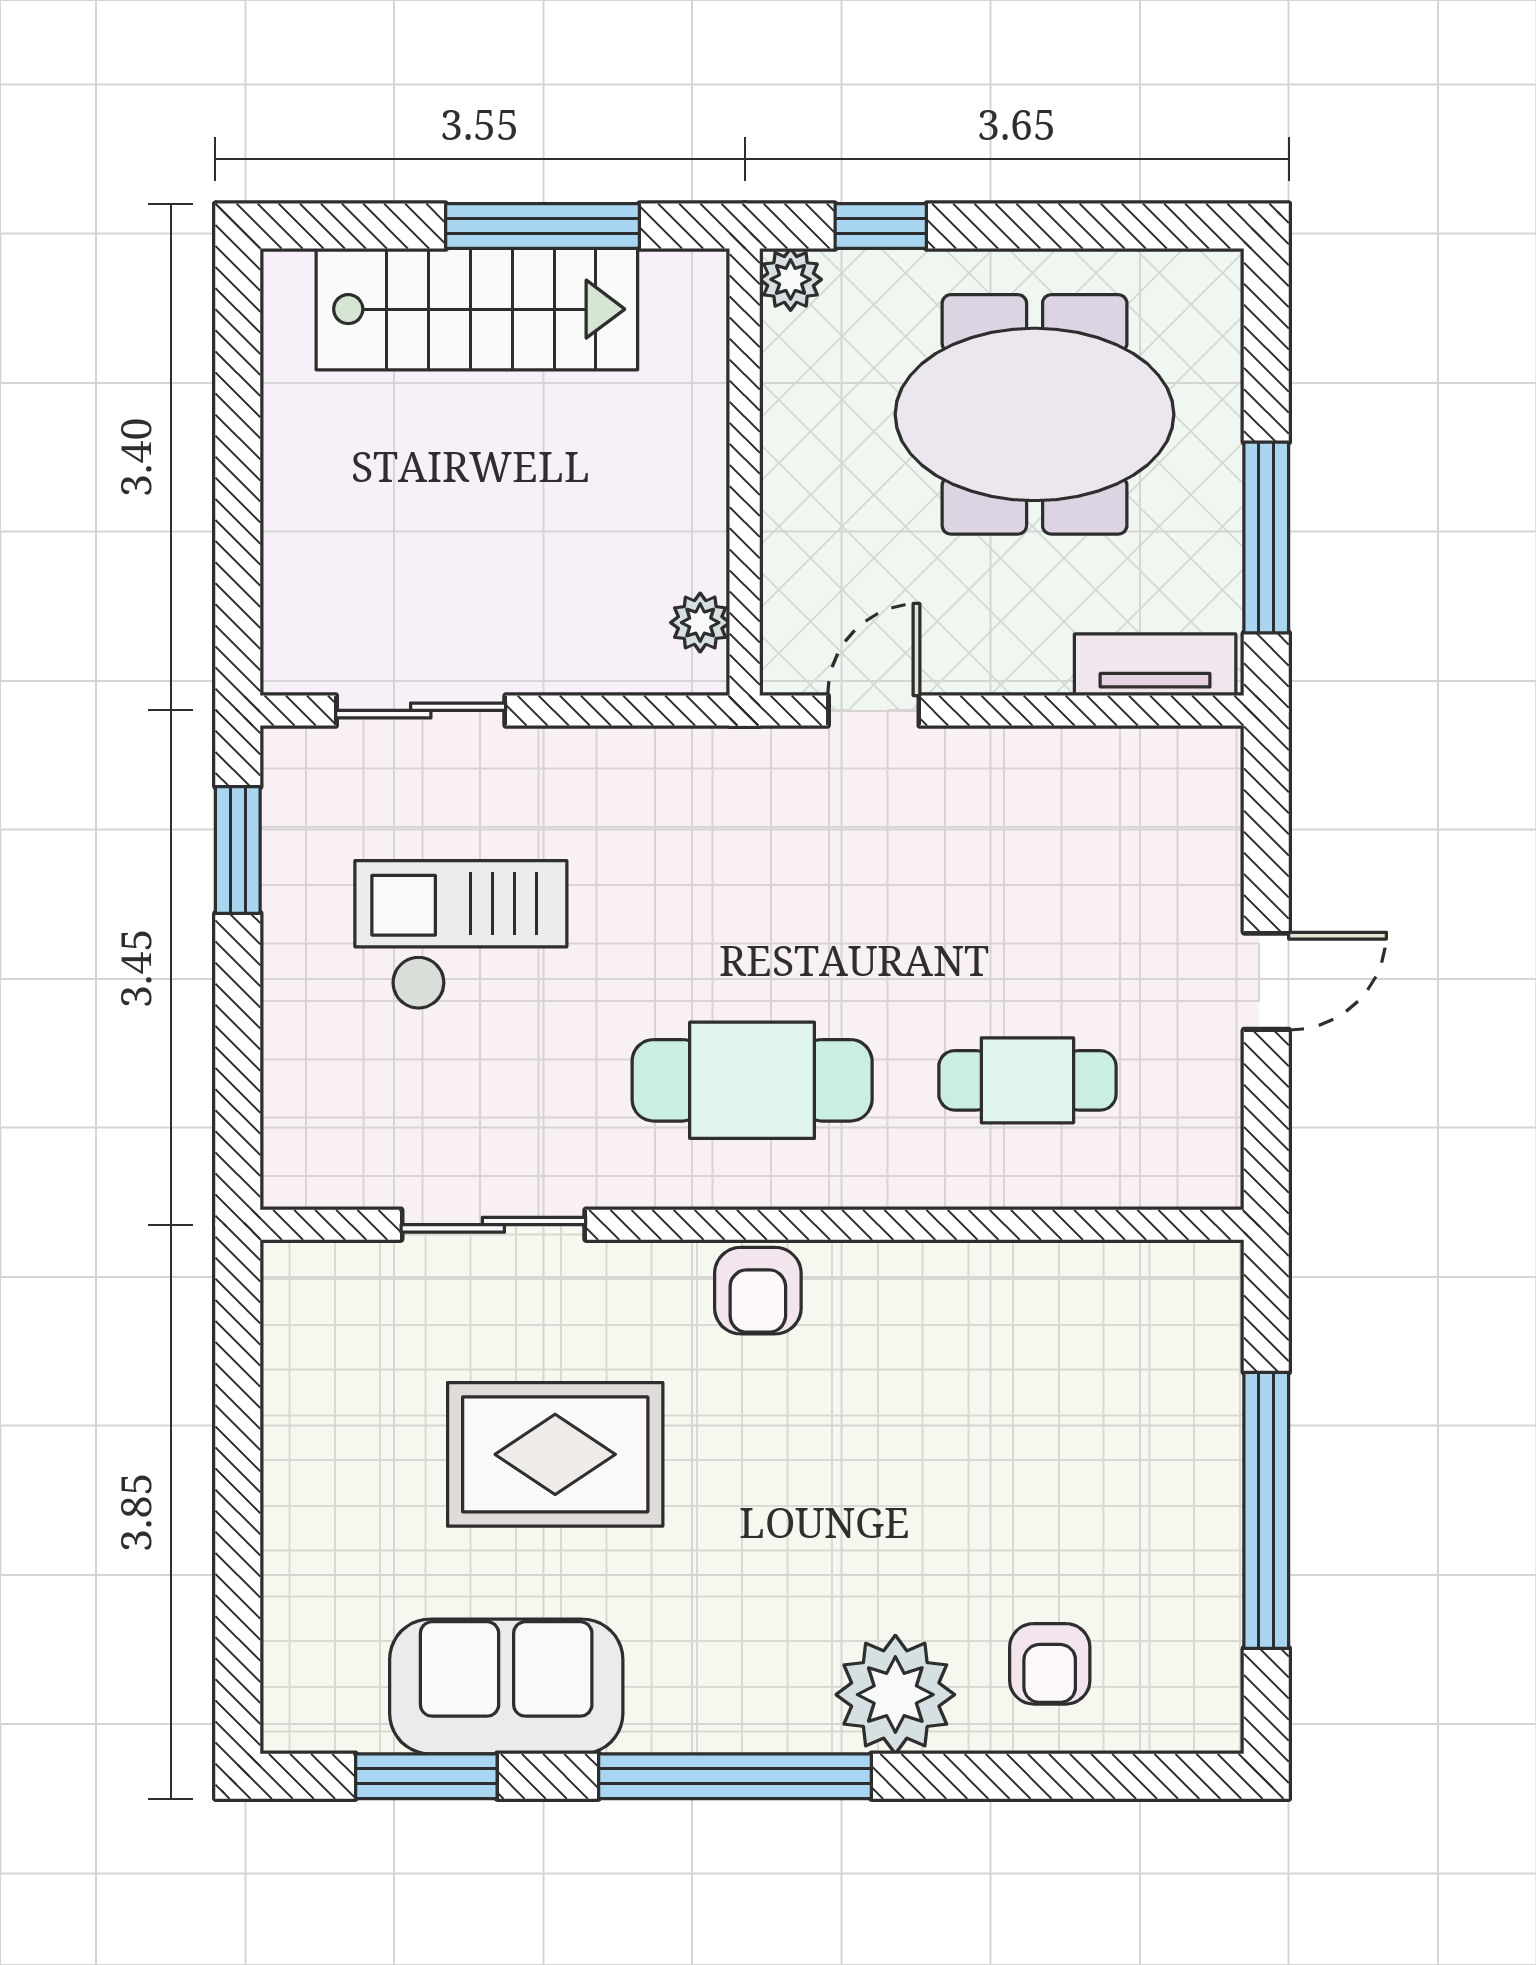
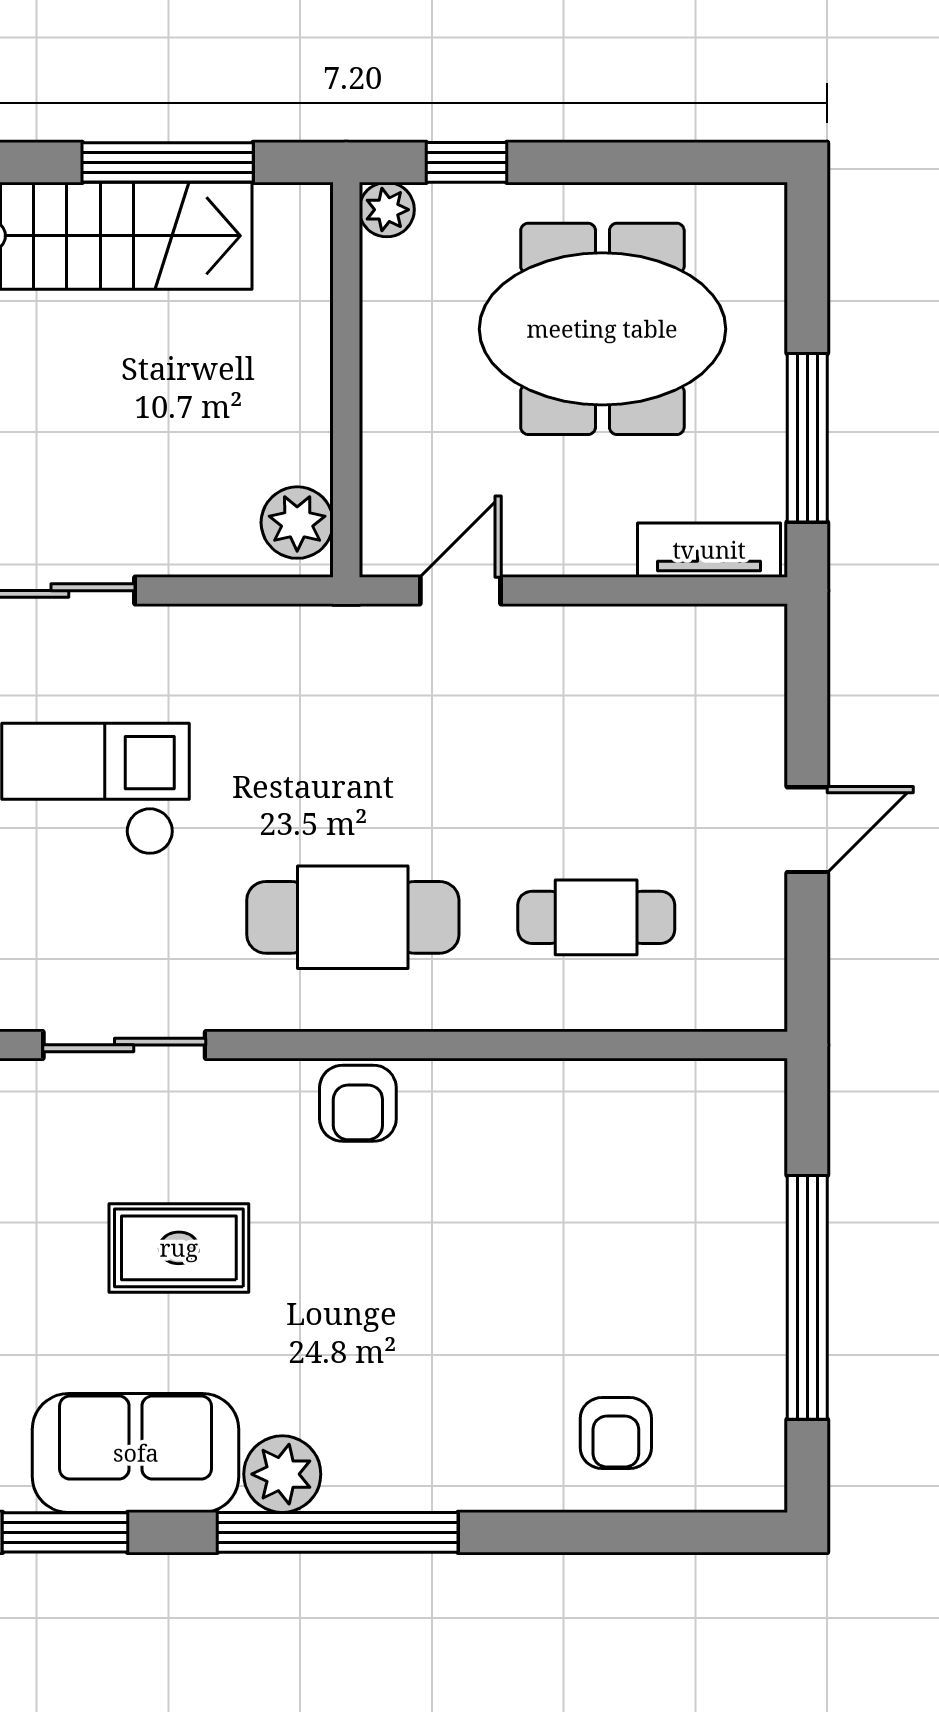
plant: (700, 623) -> (297, 523), width x1.38, depth x1.38
rug: (555, 1454) -> (179, 1248), width x0.73, depth x0.70
plant: (895, 1695) -> (282, 1474), moved, width x0.73, depth x0.73

